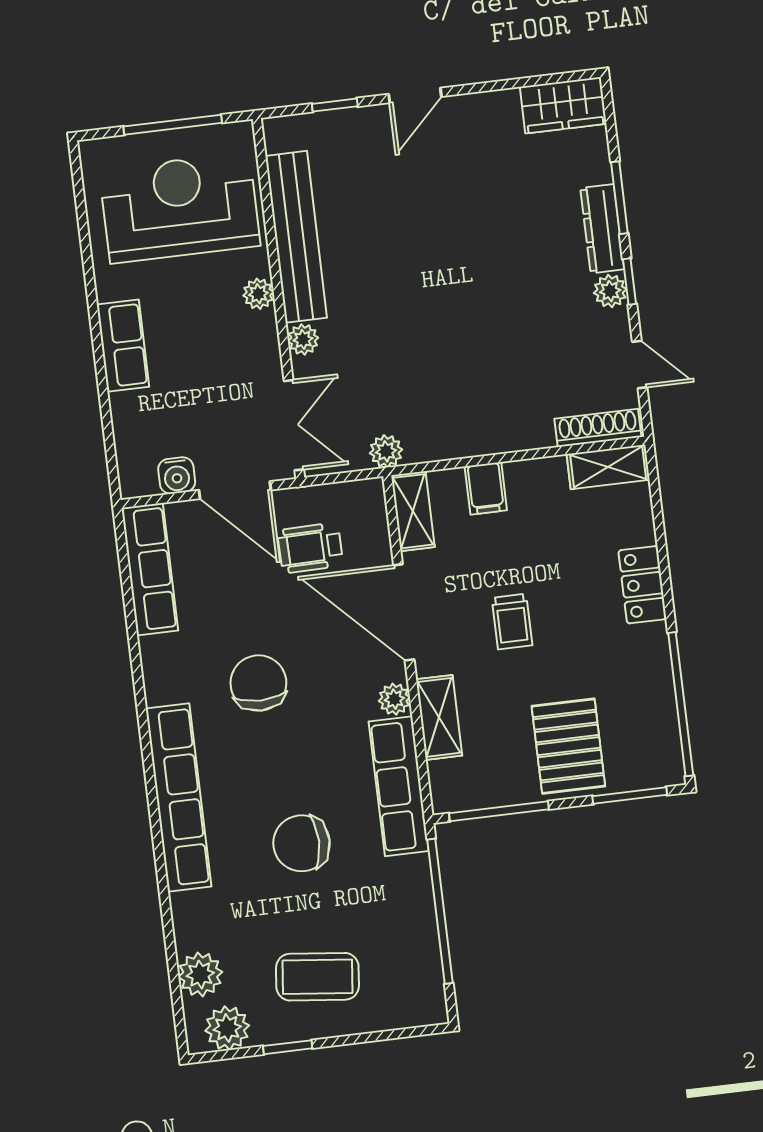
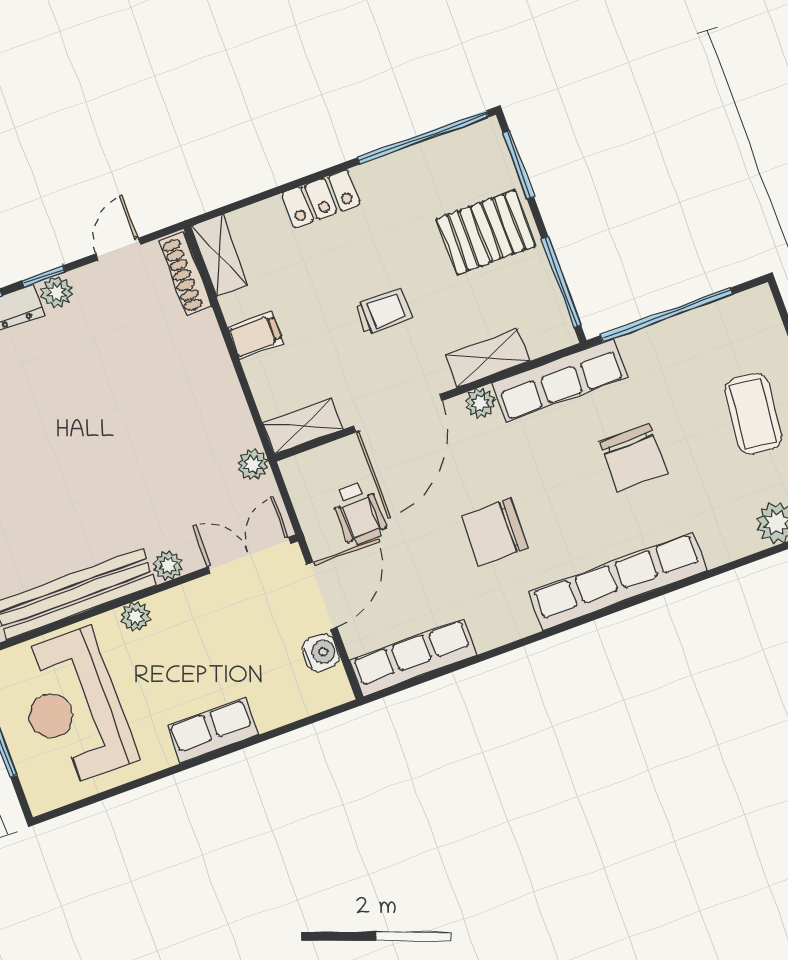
filing cabinet: (486, 488) -> (255, 336), moved

